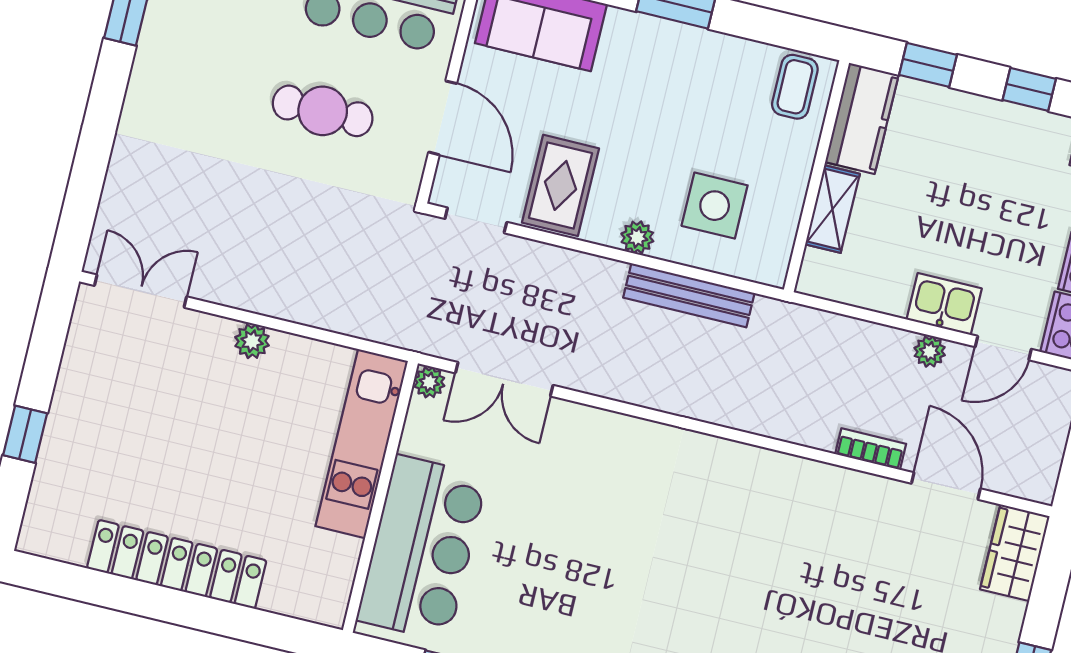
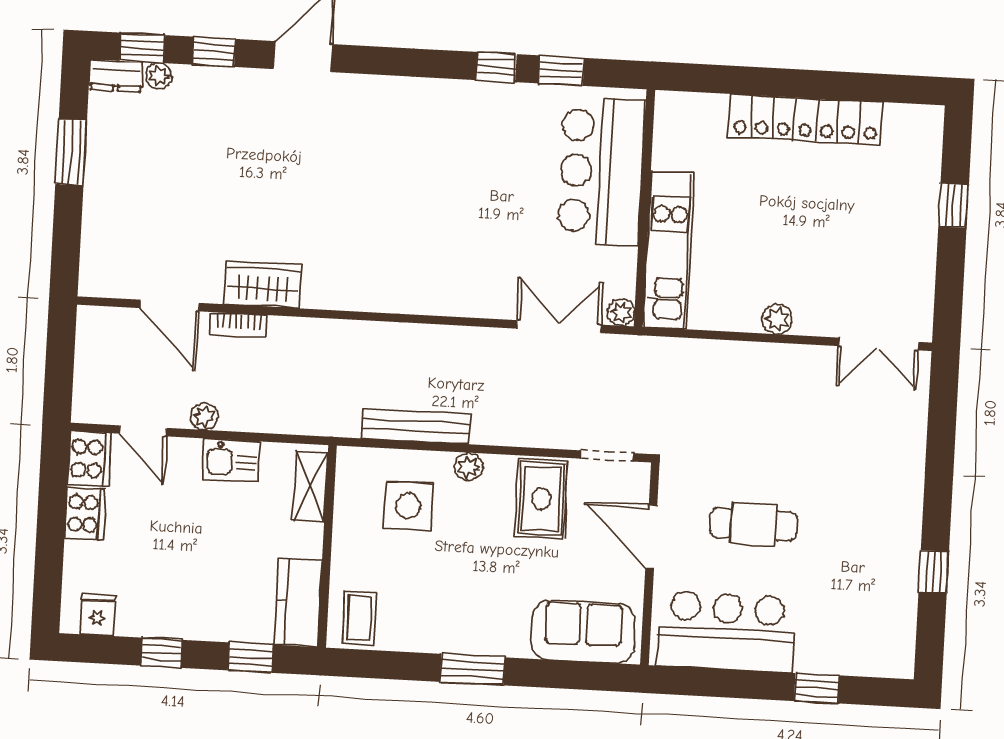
shelving: (832, 209) -> (310, 486), moved
kitchen sink: (944, 304) -> (231, 460), moved
door: (1003, 348) -> (143, 431), swing flipped
wardrobe: (1015, 553) -> (263, 285), moved, turned -90

